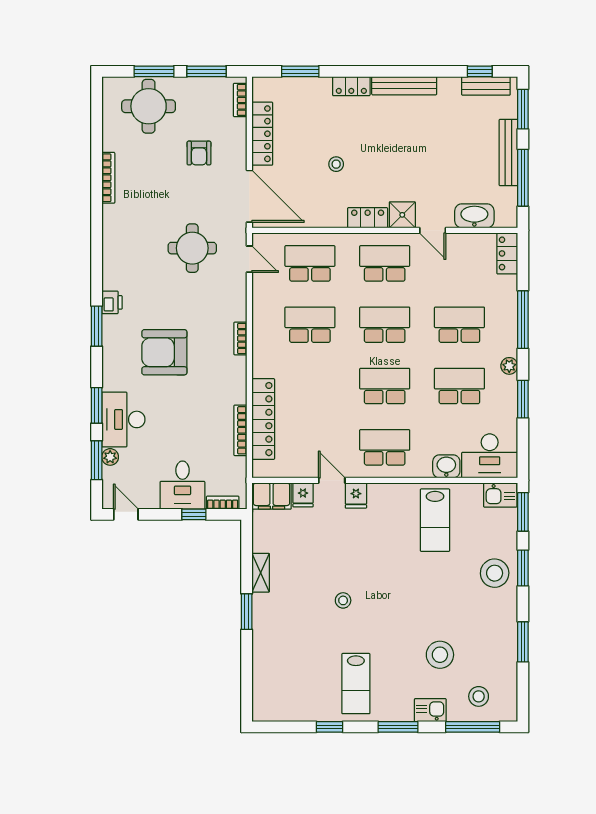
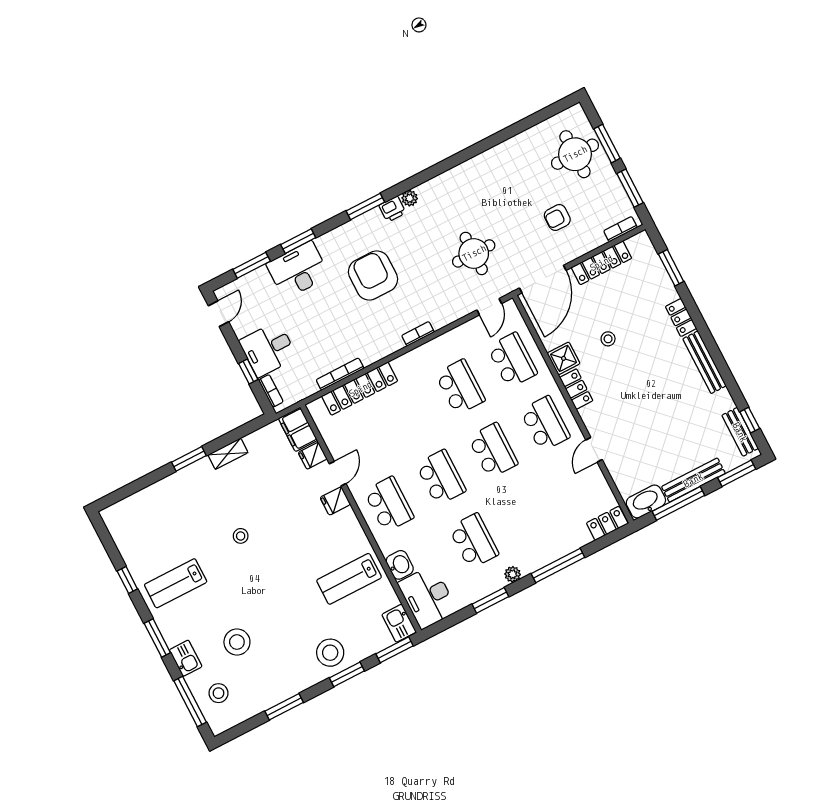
bookcase: (108, 178) -> (497, 151), removed
shower: (402, 215) -> (564, 358), moved
washbasin: (474, 216) -> (646, 502), moved, turned -90
school desk: (459, 325) -> (526, 514), removed
plant: (110, 457) -> (410, 198), moved

